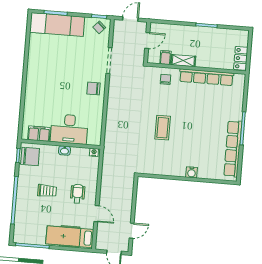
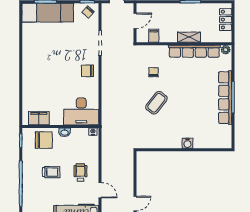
locker: (241, 58) -> (226, 20), moved
shelving: (183, 61) -> (189, 37), moved
plant: (239, 78) -> (226, 50), added
chair: (165, 79) -> (153, 72), moved
coffee table: (163, 128) -> (156, 103), turned 38
desk: (69, 129) -> (81, 111), moved
row of seats: (233, 149) -> (225, 98), moved
chair: (30, 156) -> (44, 140), moved

